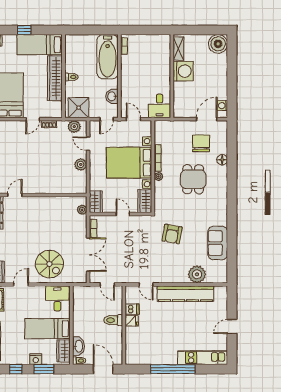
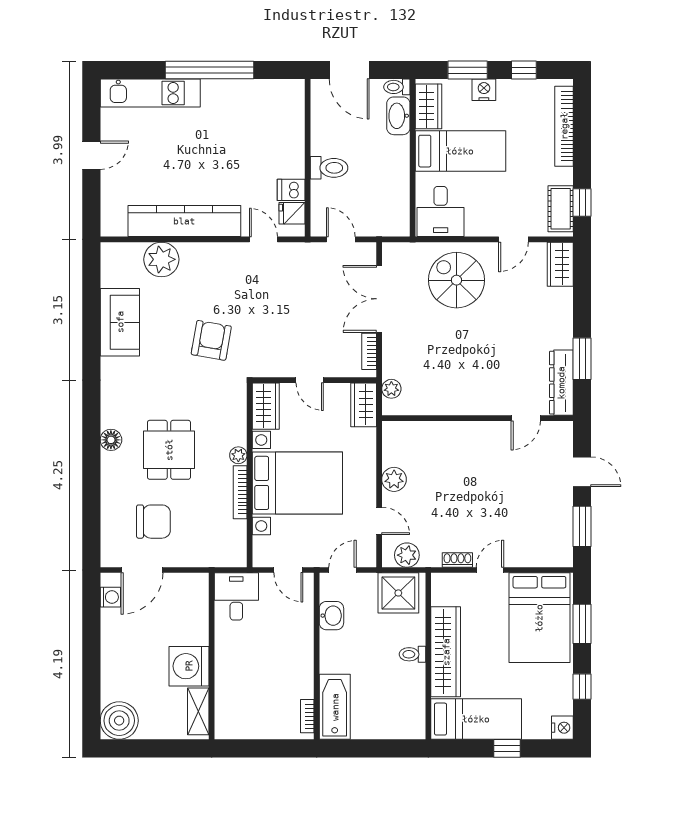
bathtub: (108, 57) -> (335, 707), width x0.73, depth x0.73
chair: (201, 143) -> (153, 522), turned -90
floor lamp: (222, 160) -> (111, 440), moved
fridge: (132, 321) -> (292, 213), moved

